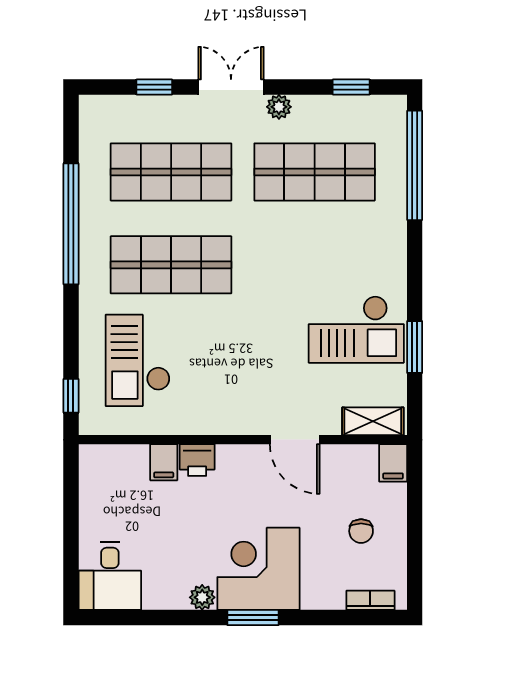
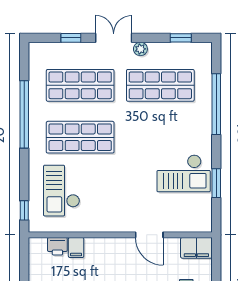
window: (415, 165) -> (216, 104), moved
shelving: (373, 421) -> (193, 225), removed
printer: (197, 460) -> (57, 246), moved
filing cabinet: (393, 463) -> (196, 248), width x2.00

